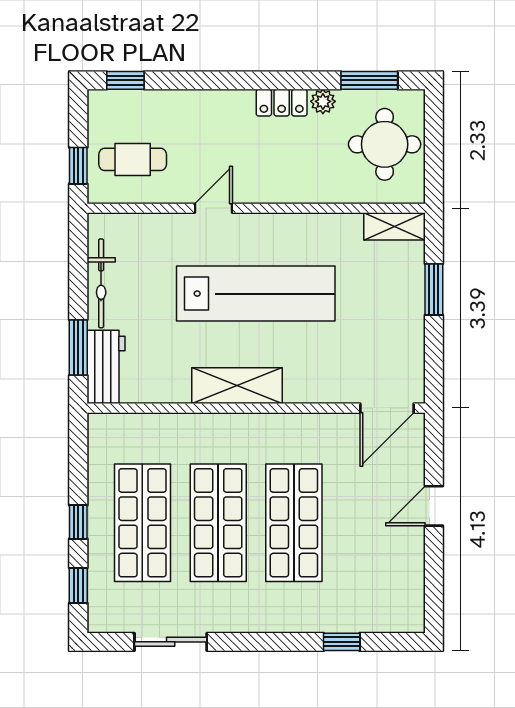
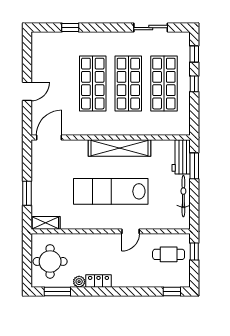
shelving: (237, 386) -> (119, 148), width x1.47

